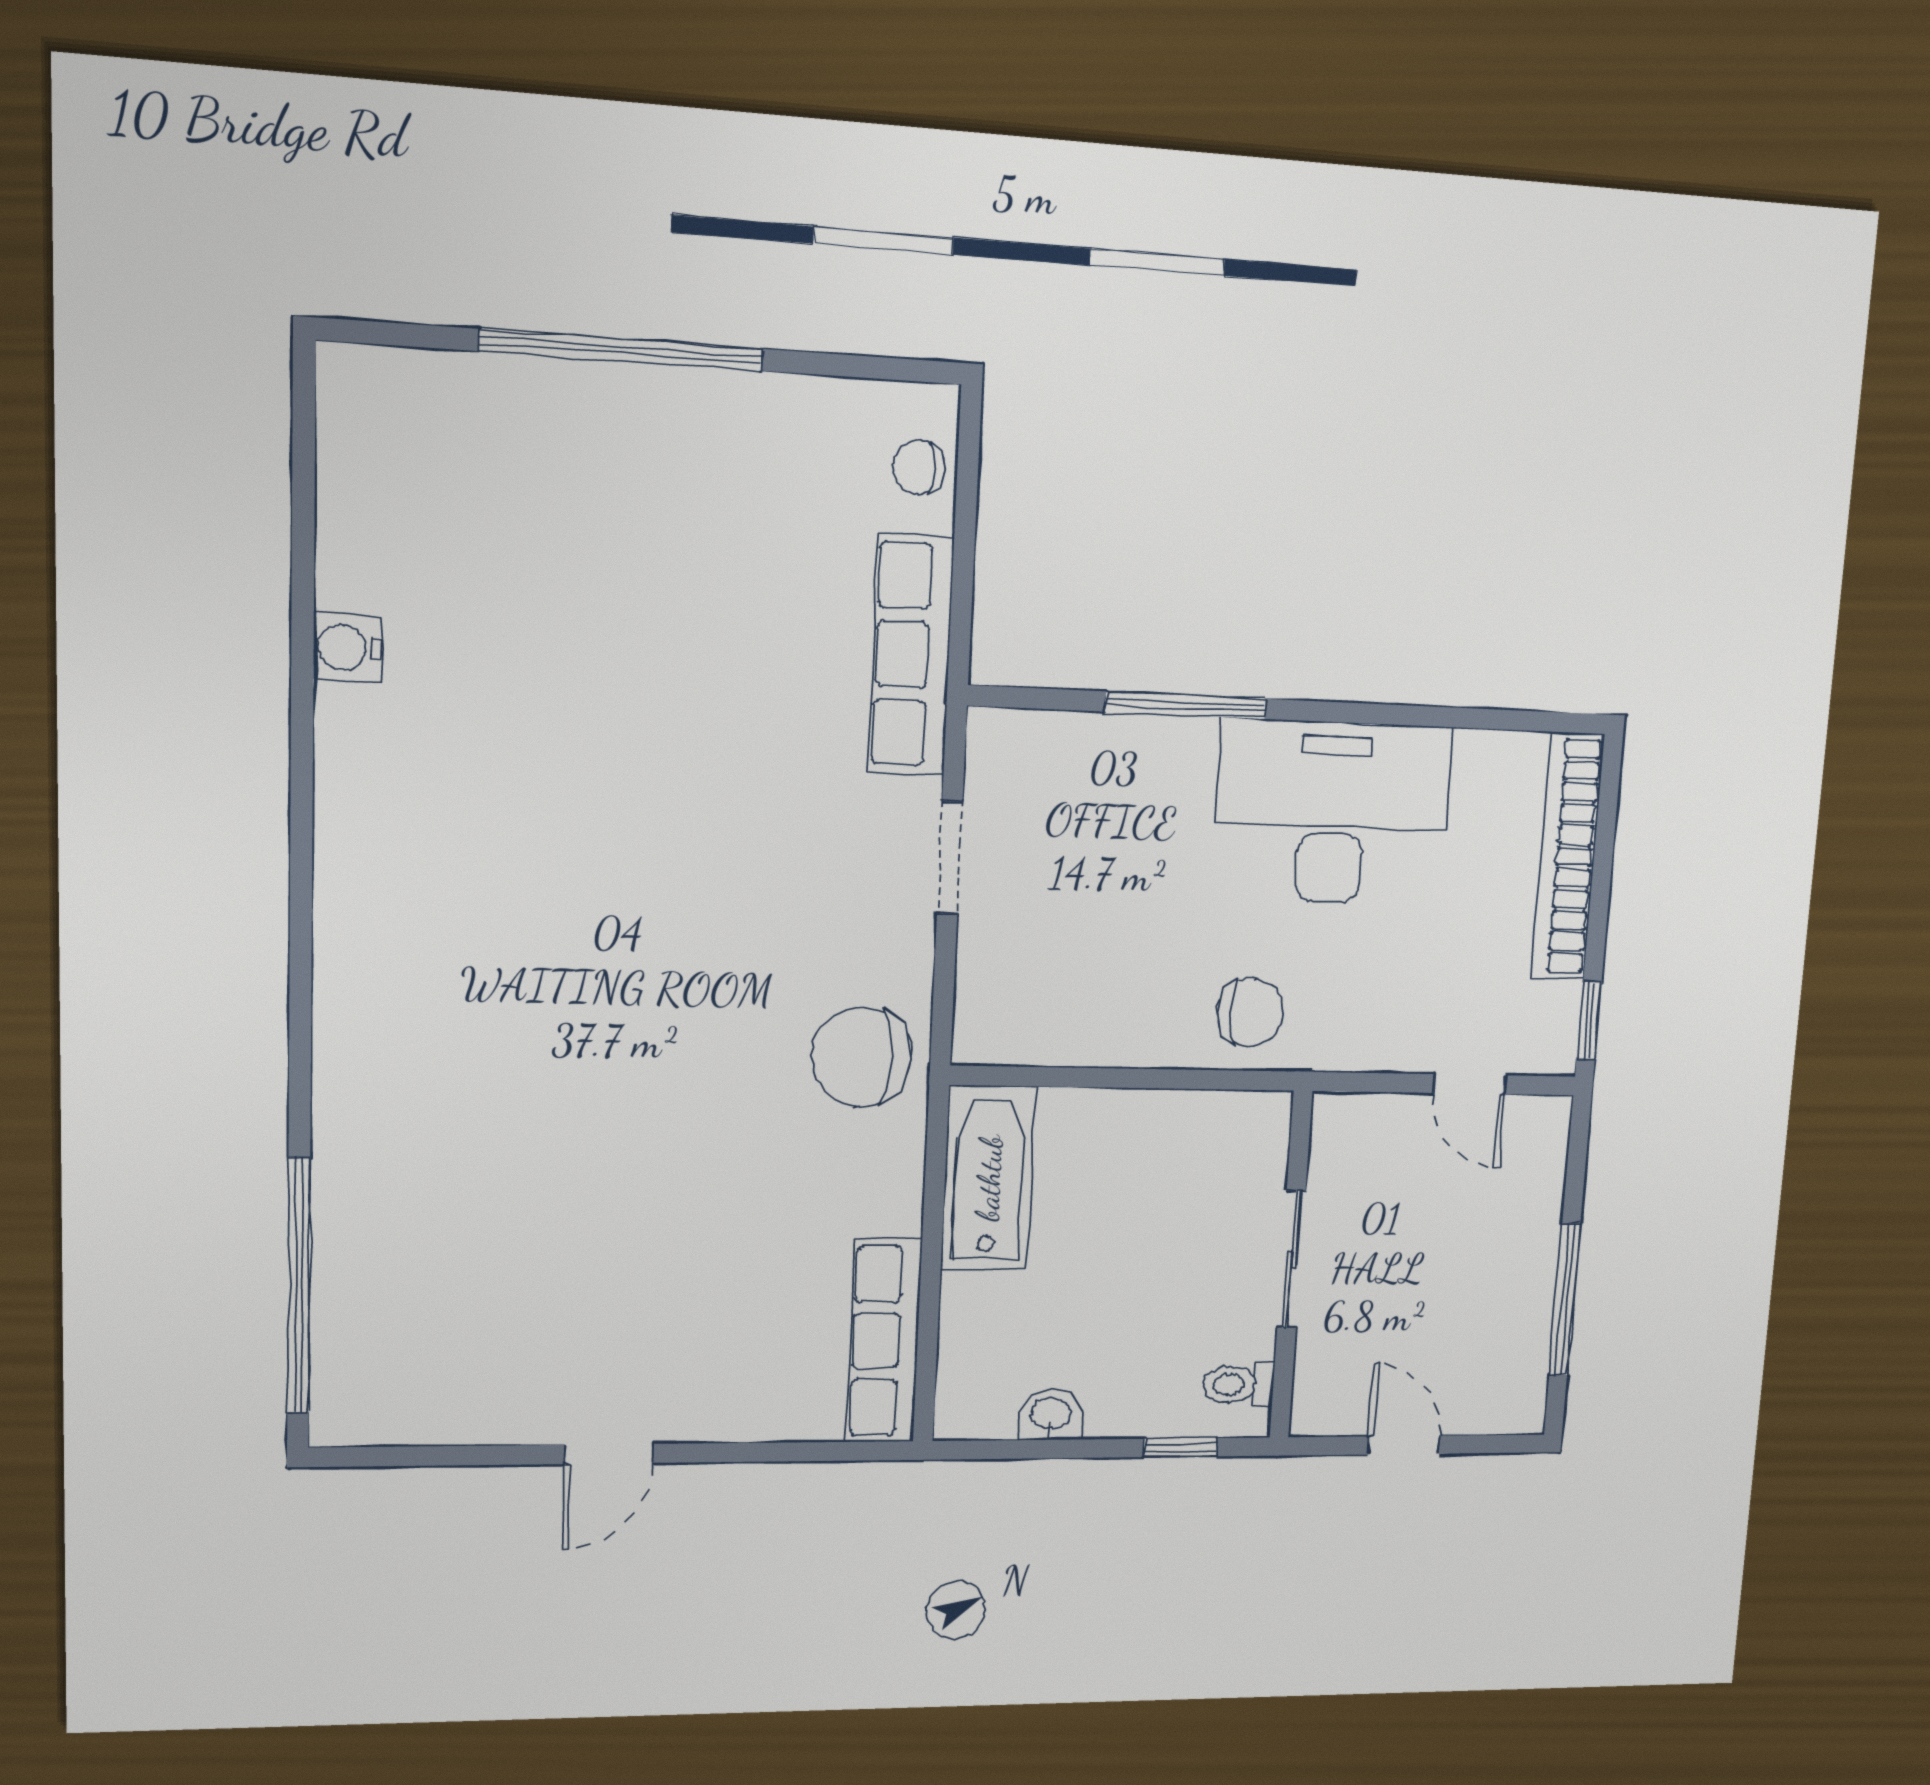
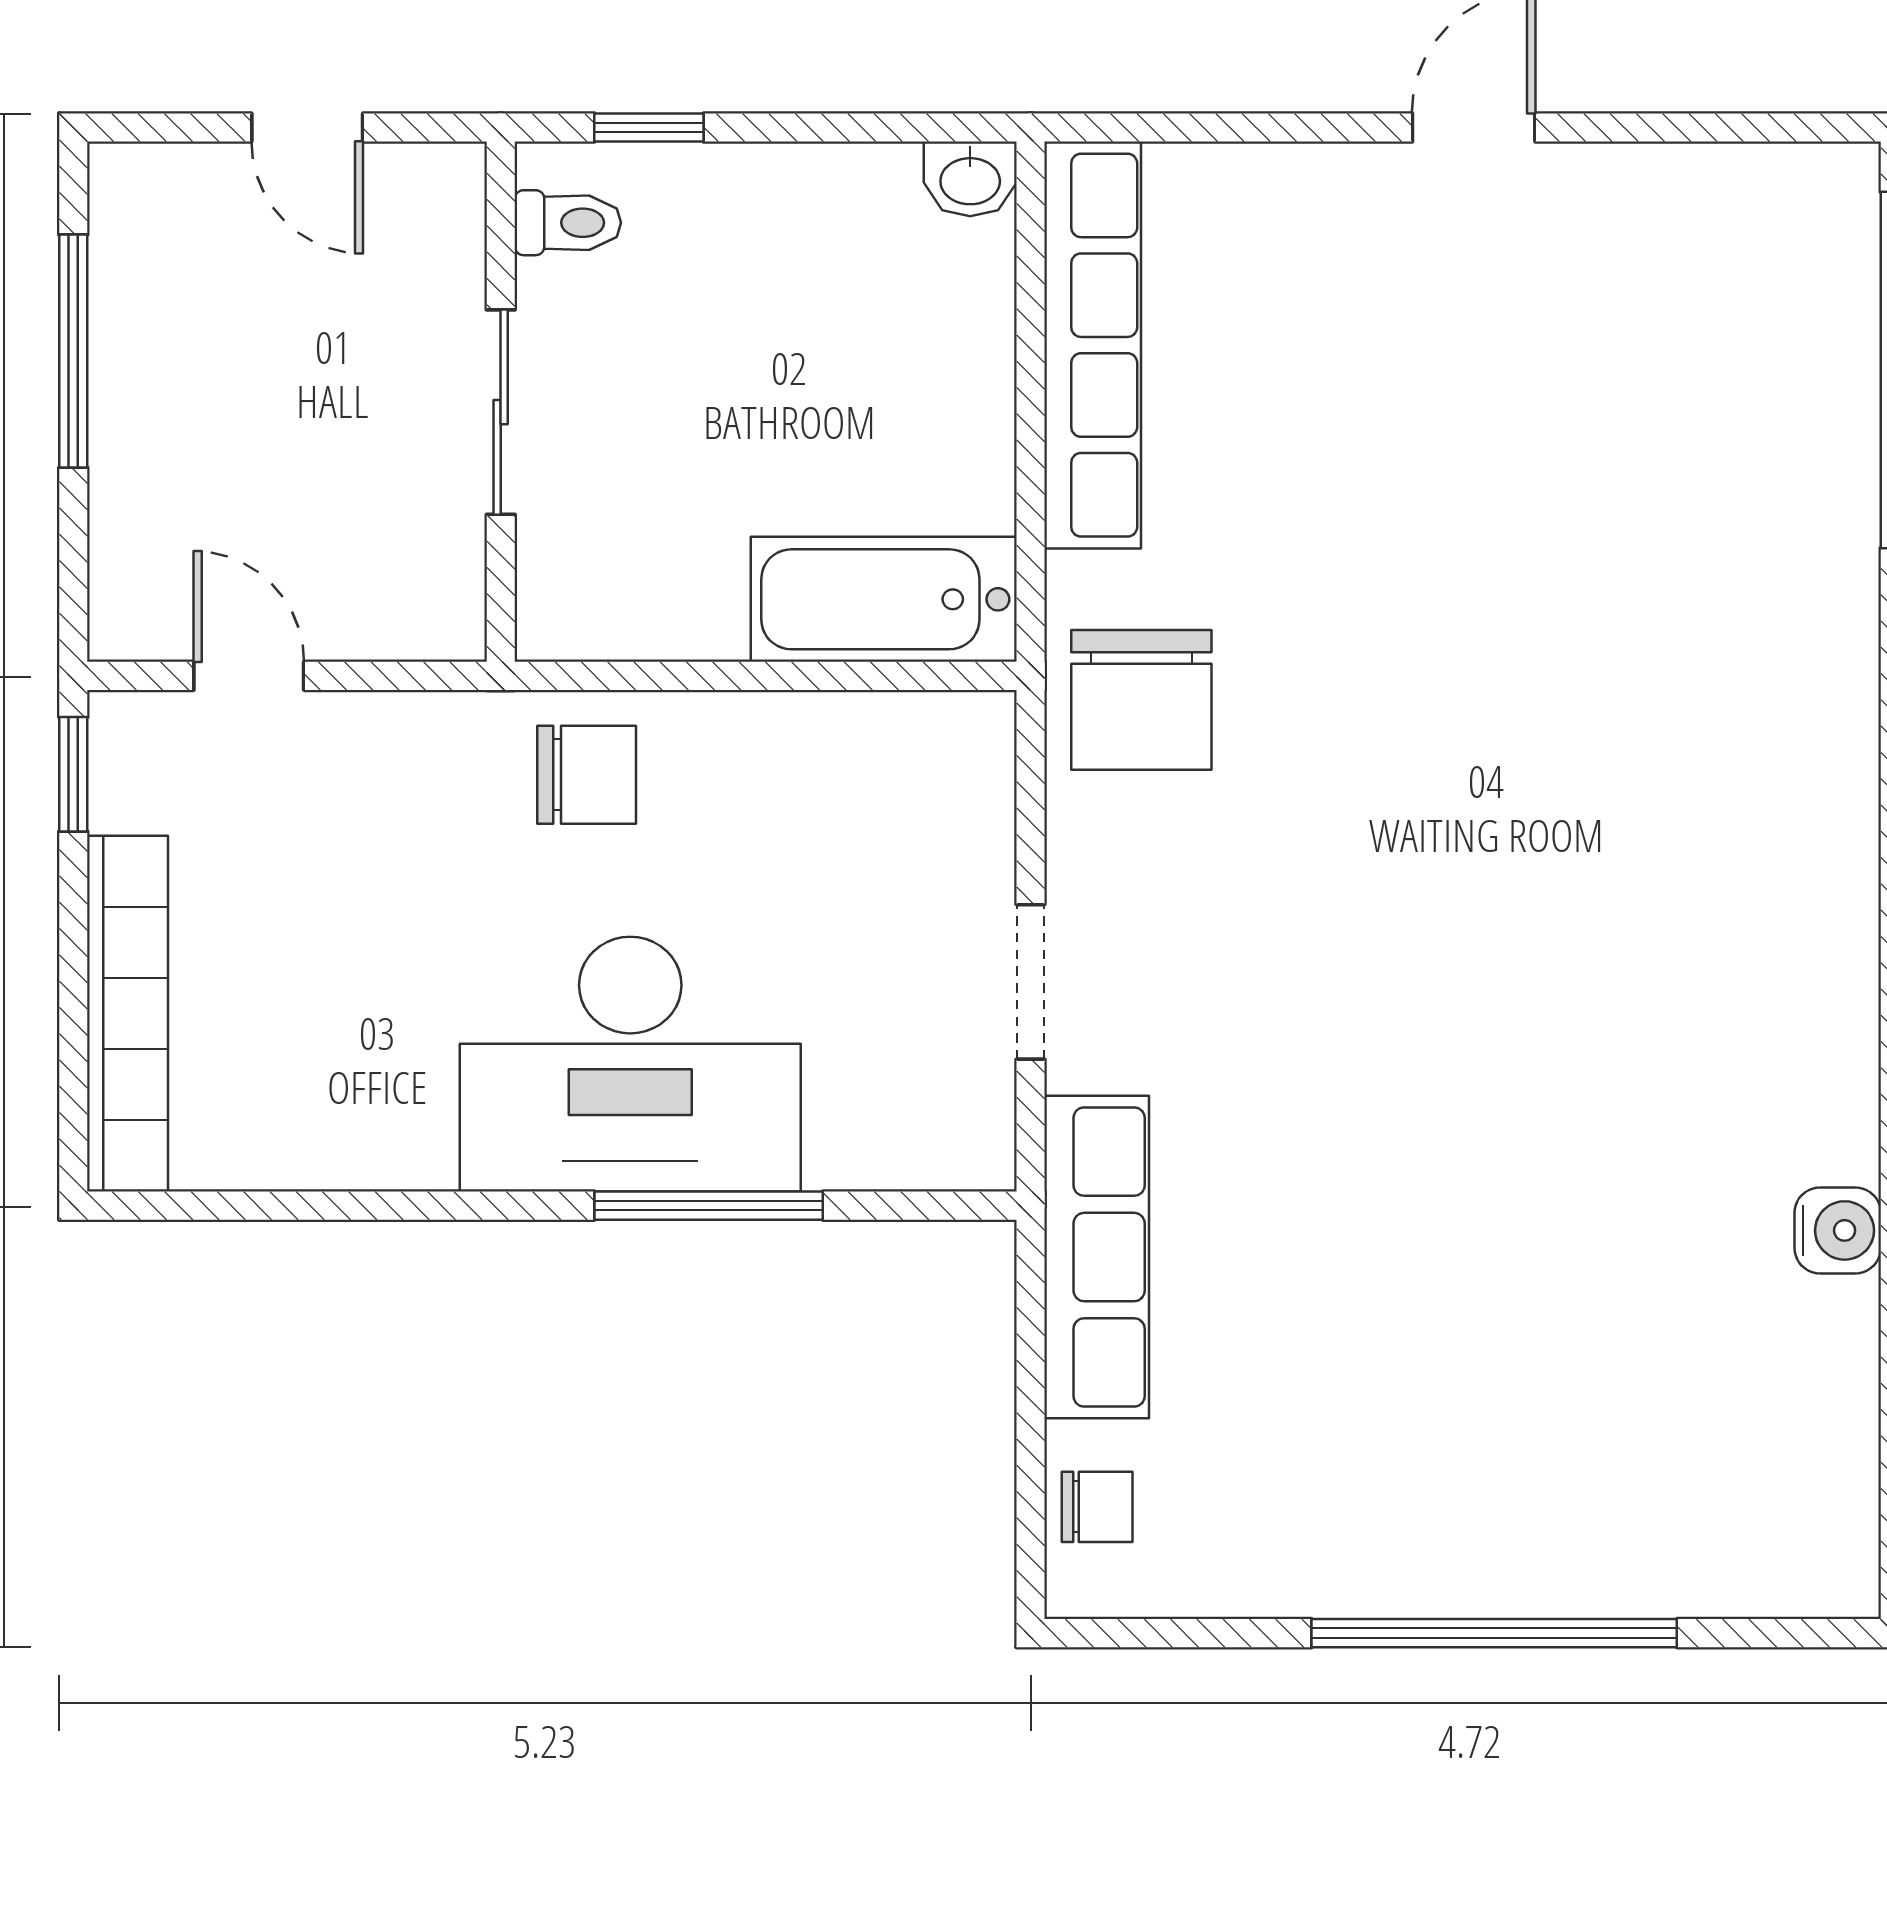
desk: (1332, 813) -> (630, 1064), moved
chair: (1250, 1012) -> (587, 775), turned 180
chair: (862, 1057) -> (1141, 700), turned 90
bathtub: (989, 1178) -> (884, 599), moved, turned 90
row of seats: (884, 1341) -> (1093, 345), width x1.36
washbasin: (1051, 1415) -> (970, 179), moved

